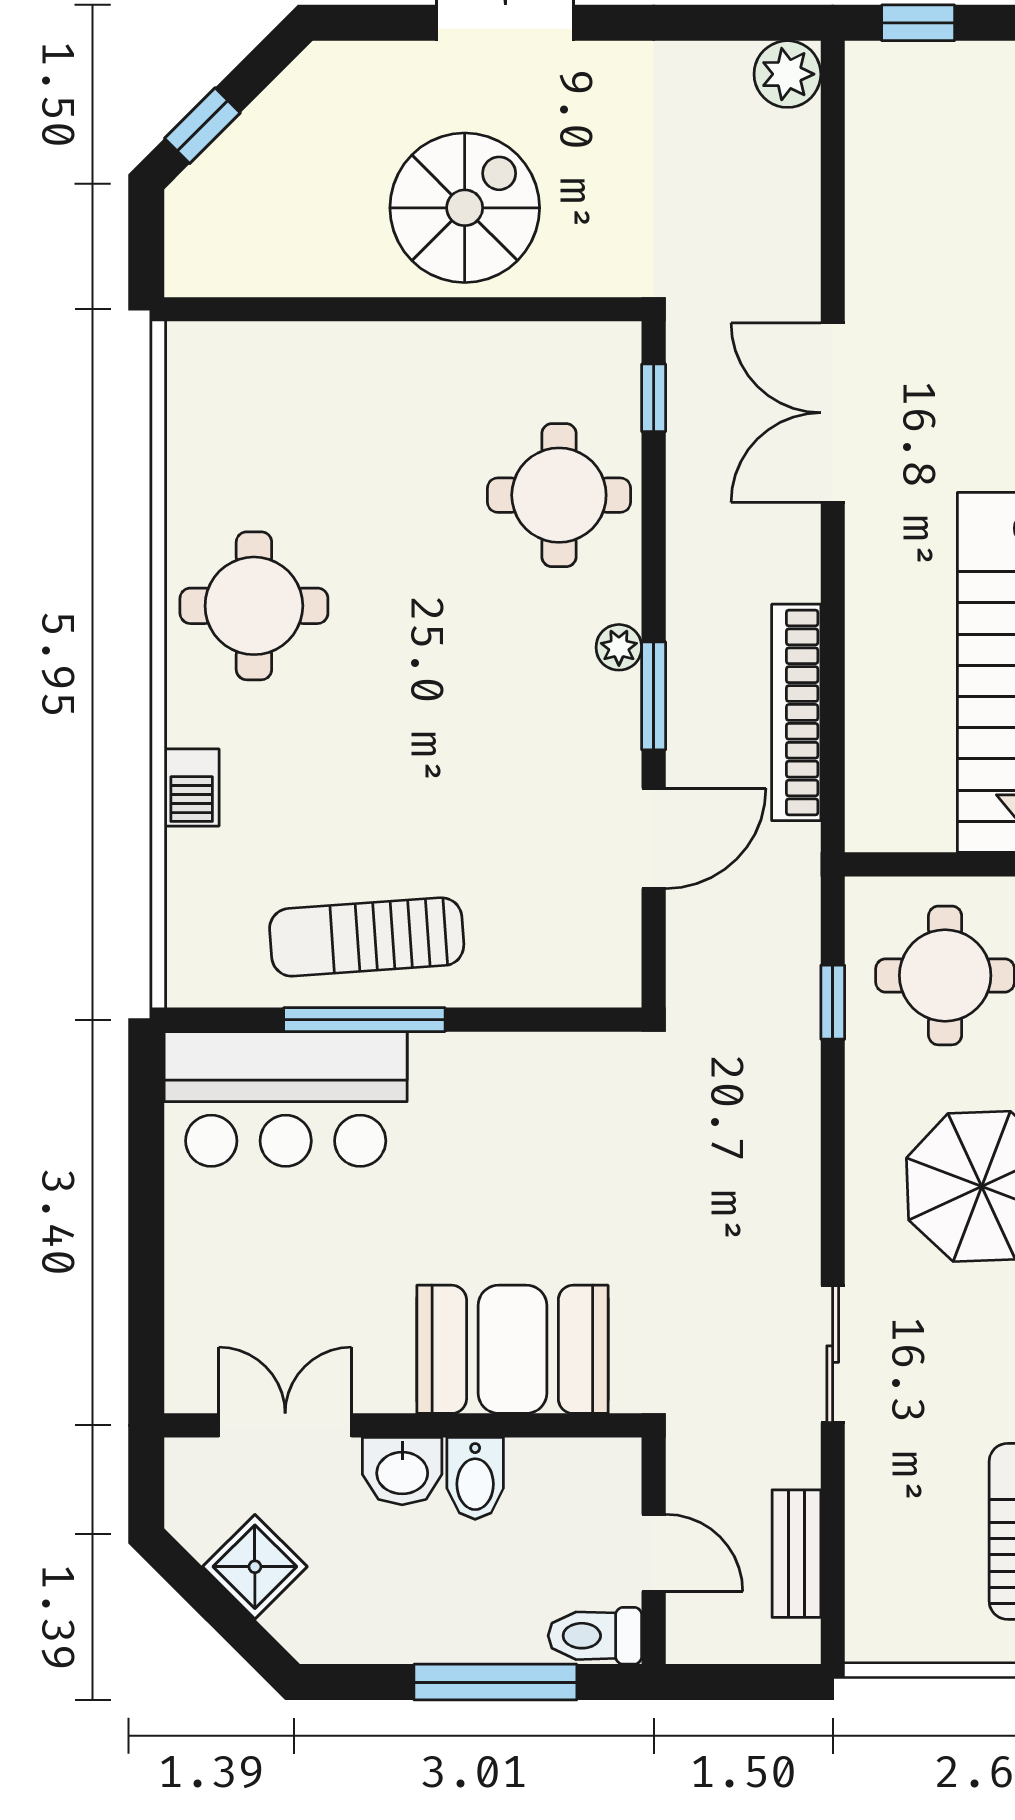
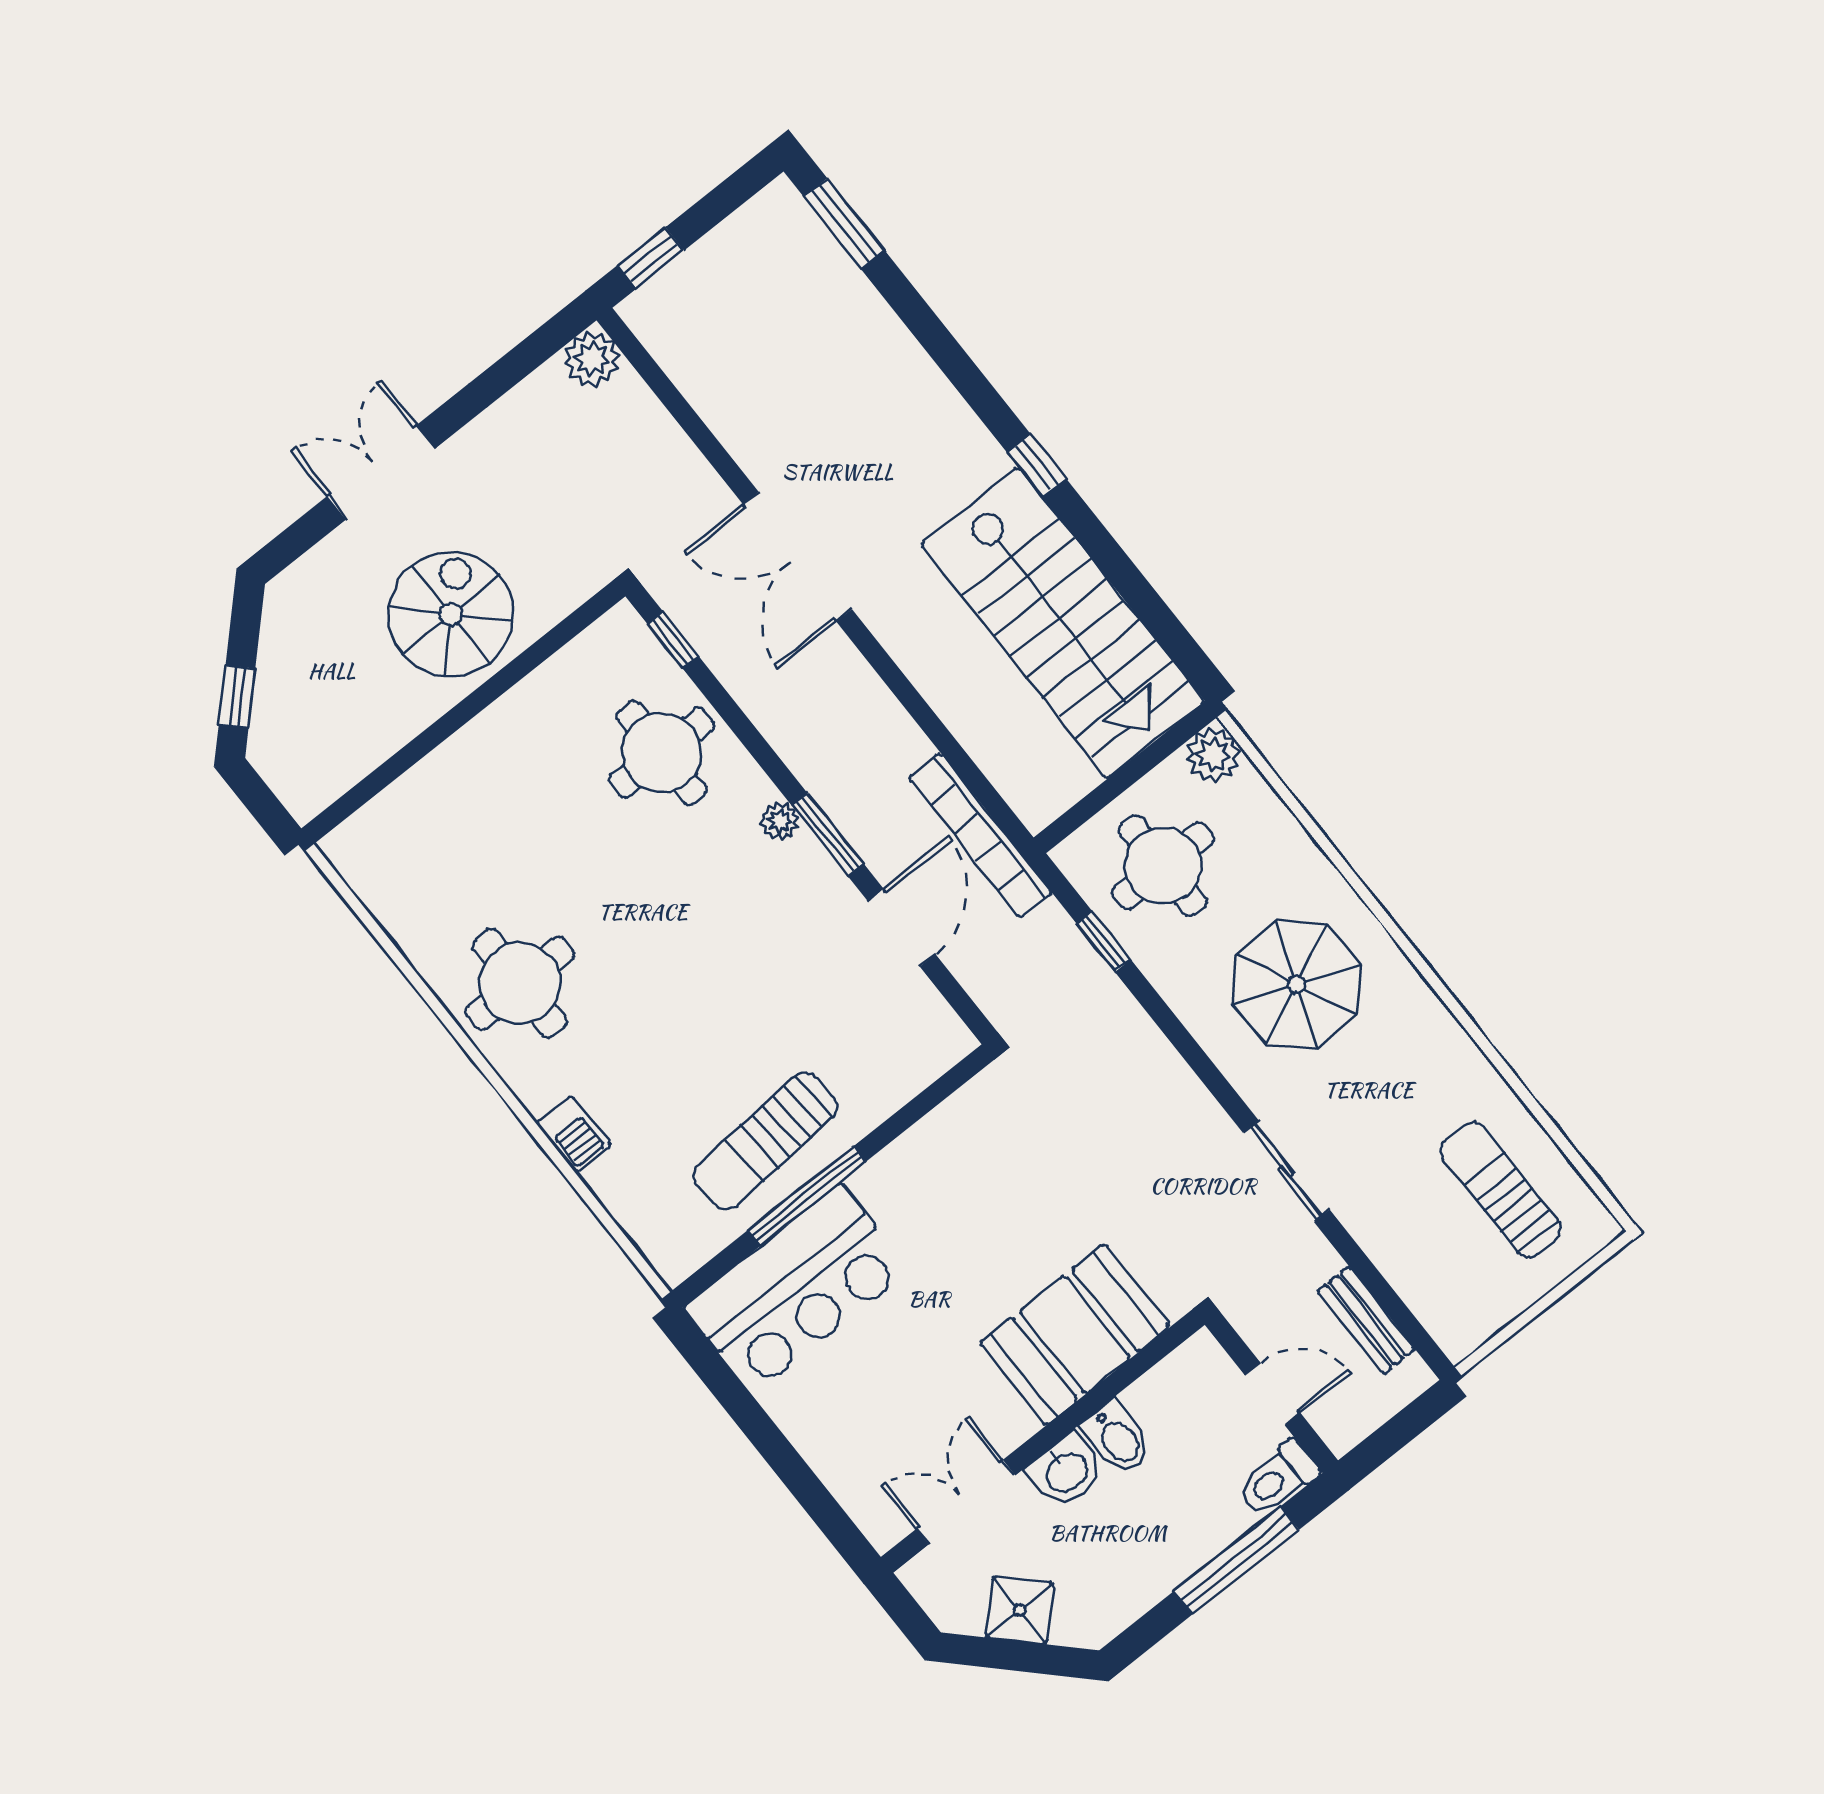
bookcase: (796, 712) -> (980, 835), moved

